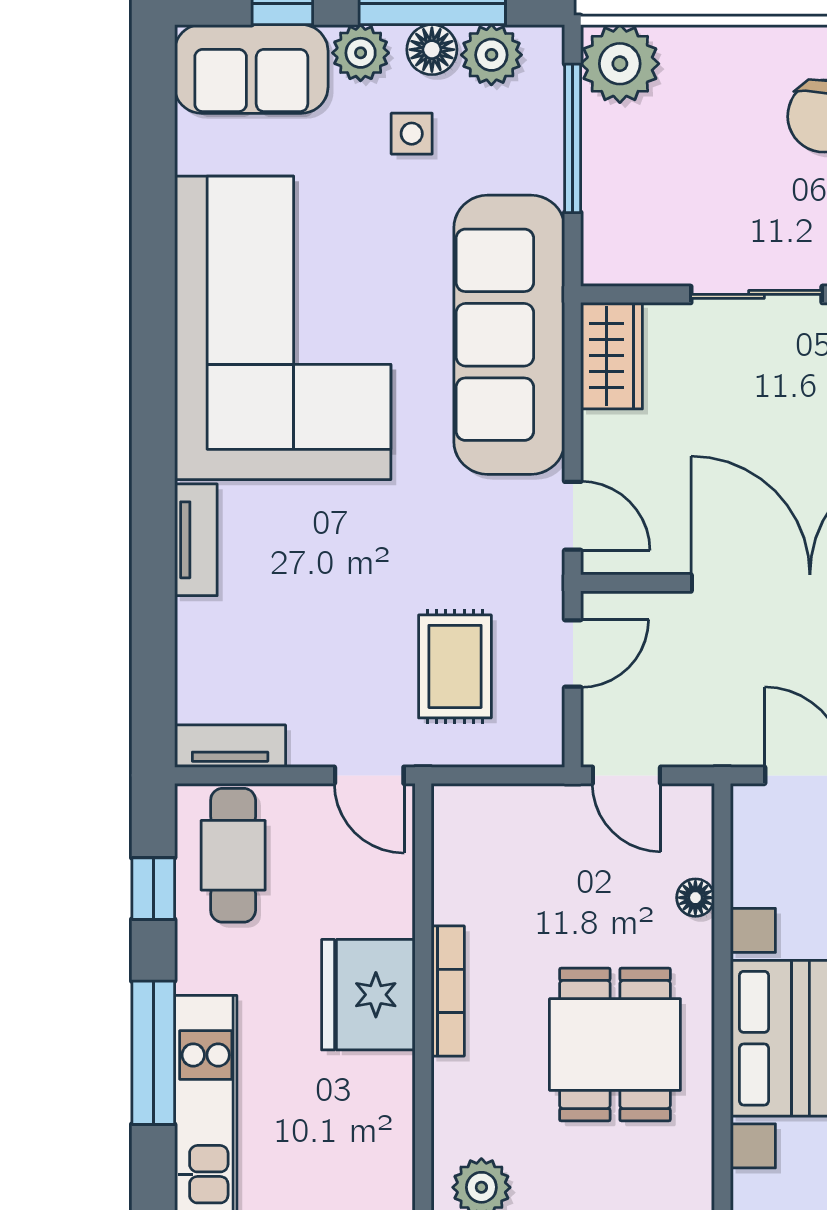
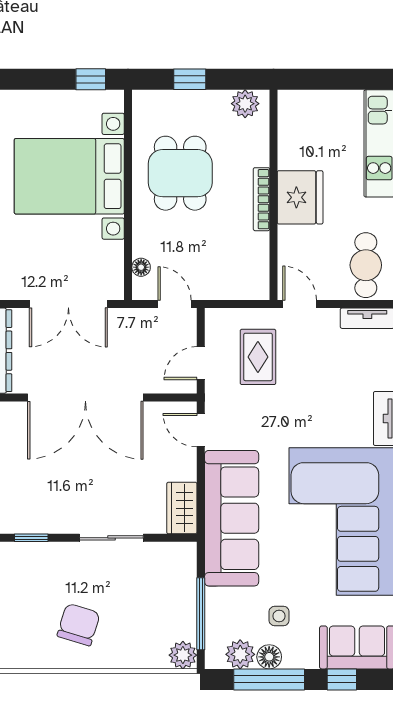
plant: (361, 53) -> (304, 655), removed
plant: (620, 64) -> (183, 655), width x0.73, depth x0.73
floor lamp: (695, 898) -> (141, 267), moved

